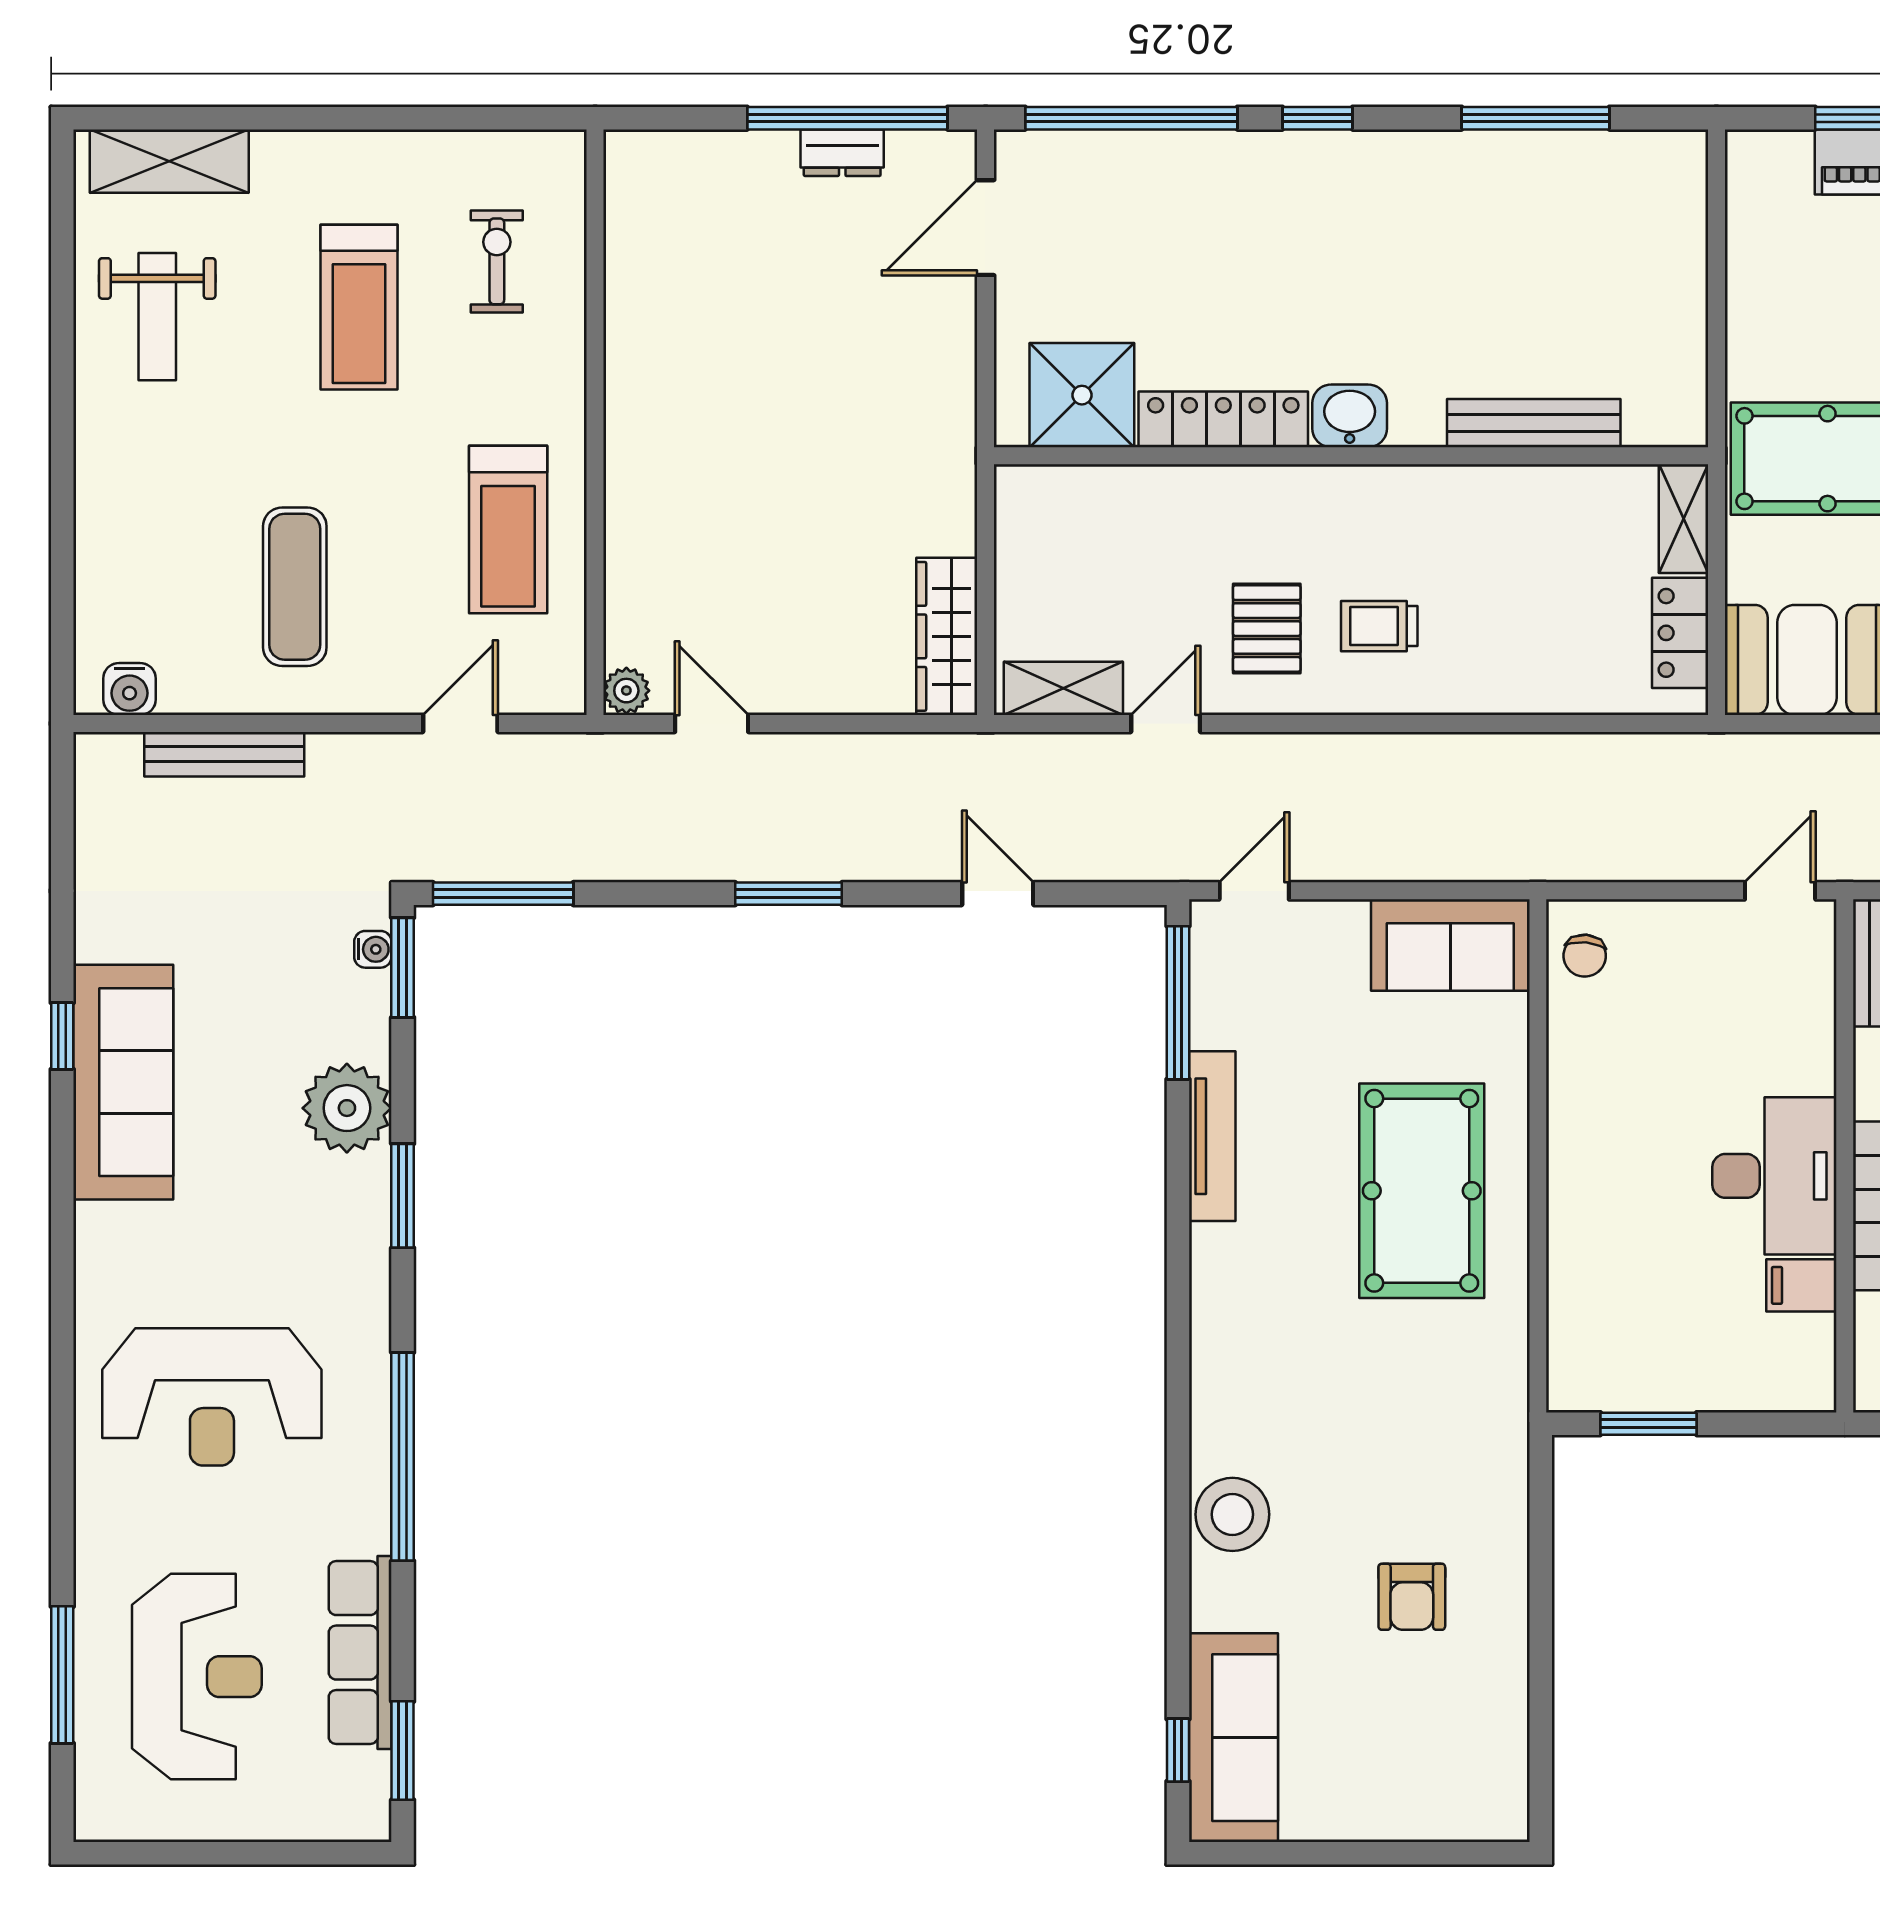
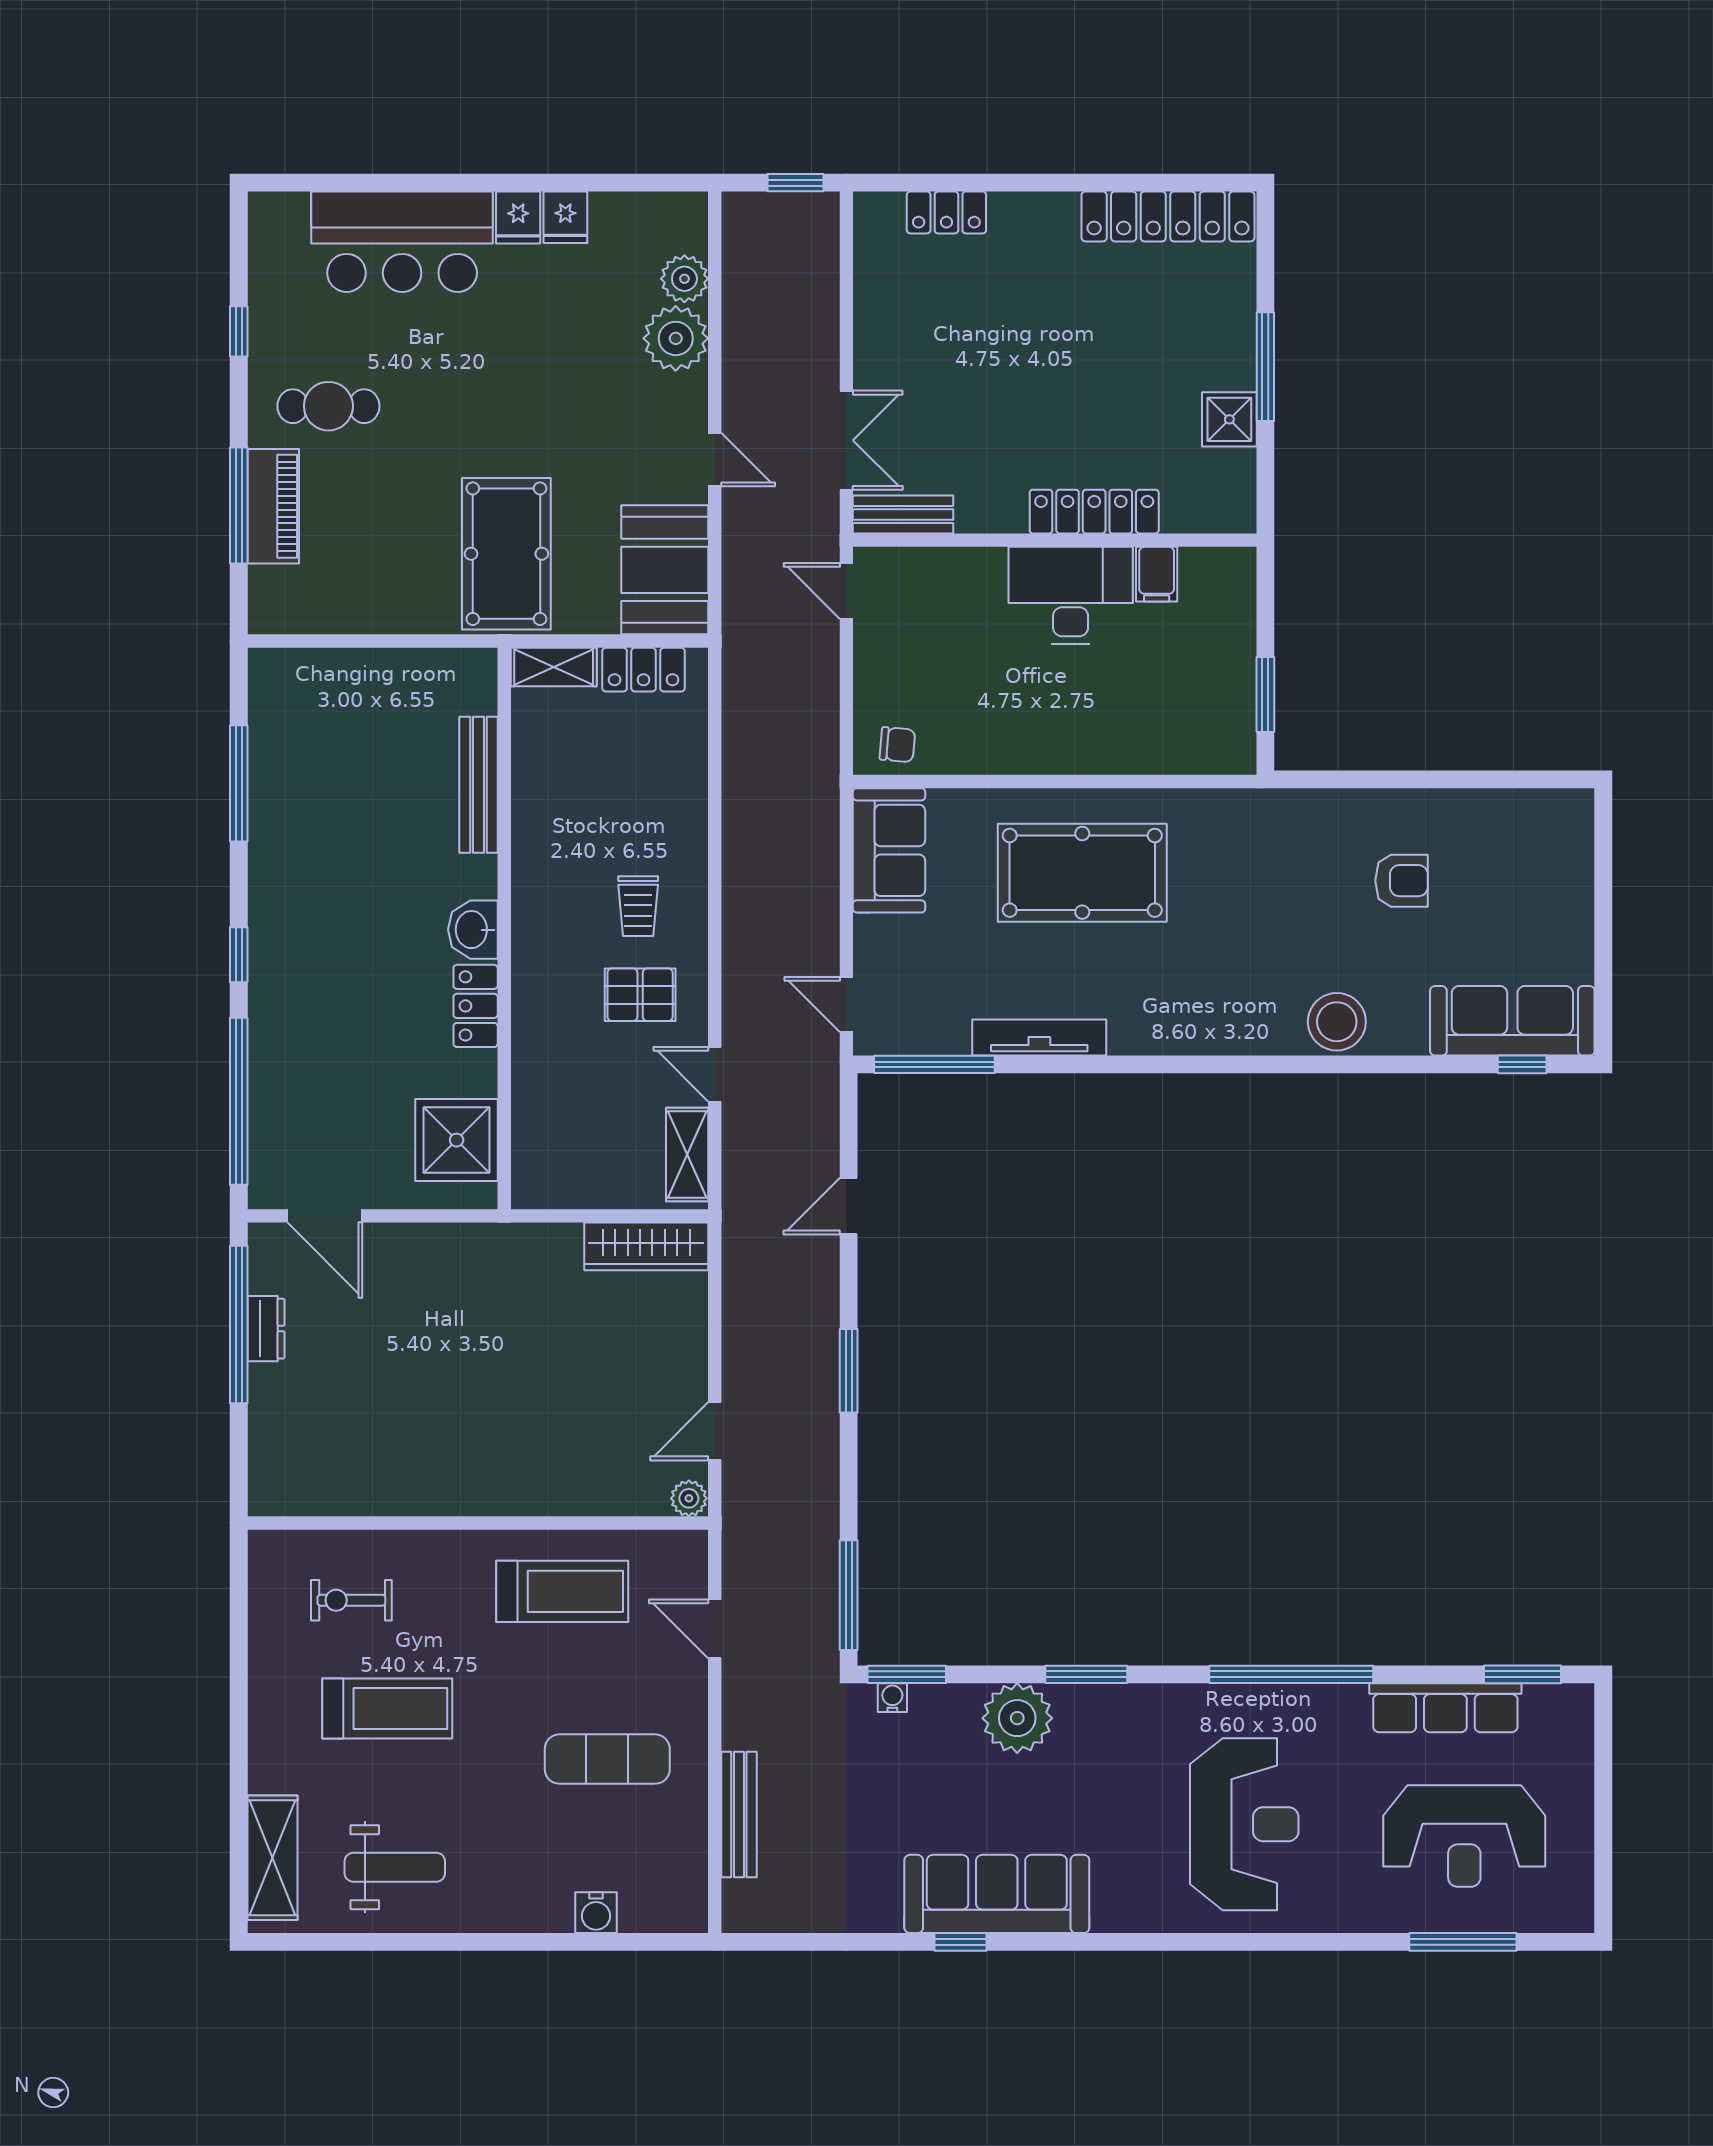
locker: (1223, 419) -> (476, 1006), width x0.66
water cooler: (130, 689) -> (596, 1913), moved, turned 90
reception desk: (197, 1677) -> (1464, 1836), turned 180

